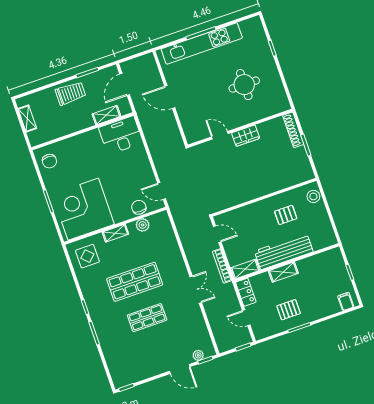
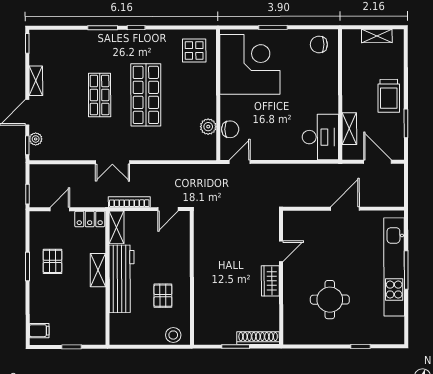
shelving: (115, 233) -> (36, 81), moved

